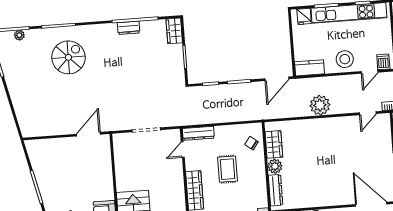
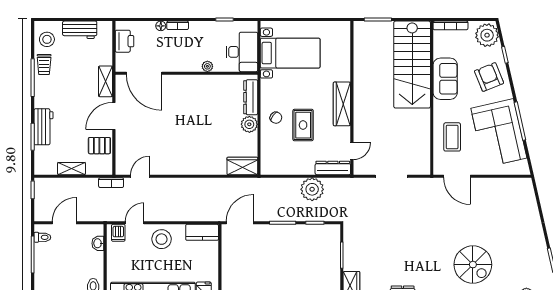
spiral stairs: (68, 57) -> (473, 265), turned -90
plant: (320, 105) -> (312, 189), moved
door: (88, 134) -> (457, 176), hinge flipped
chair: (251, 143) -> (276, 118), moved
wardrobe: (274, 144) -> (242, 166), moved, turned 90
coffee table: (95, 169) -> (452, 137), added
corner sofa: (54, 175) -> (499, 133), added

